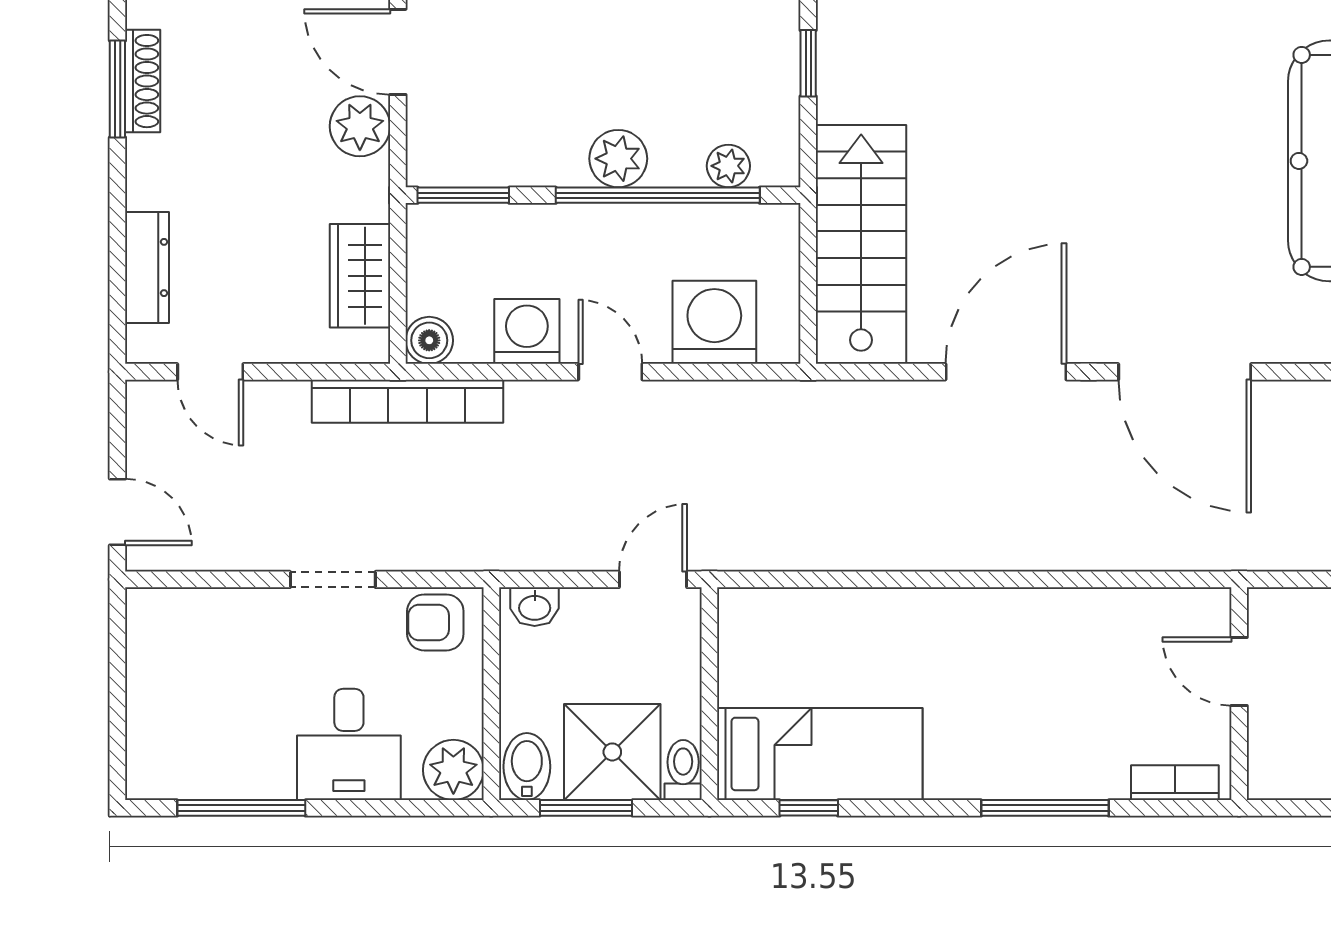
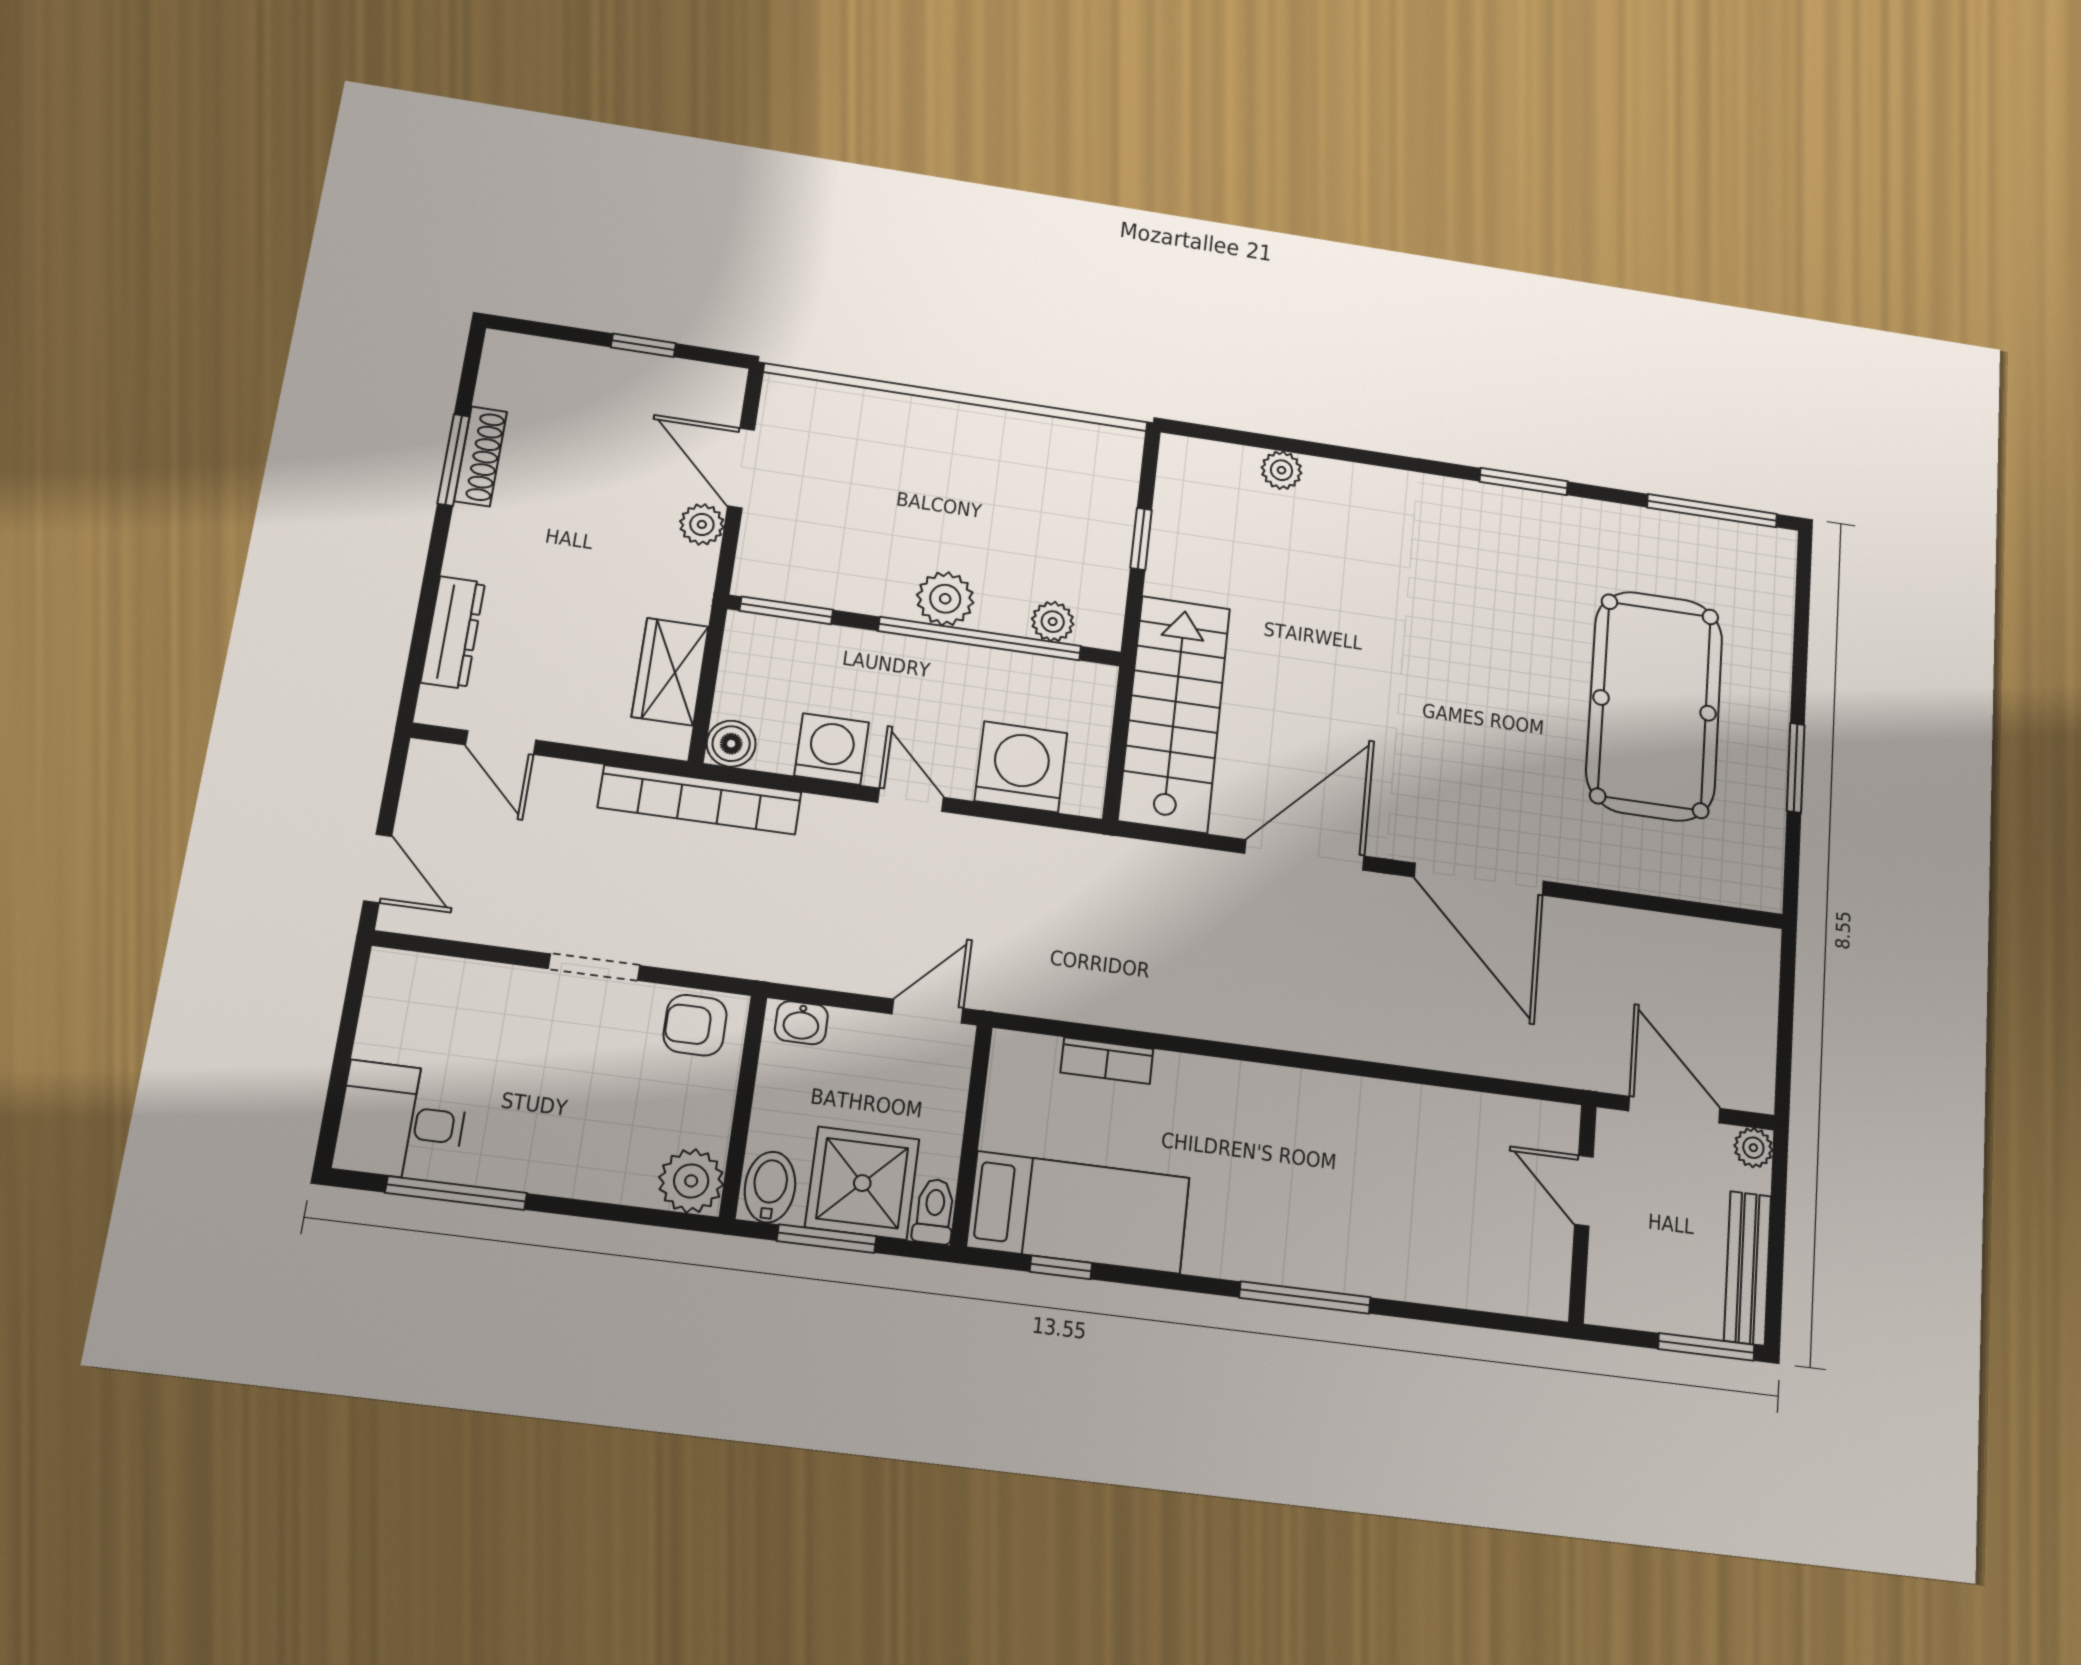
plant: (360, 126) -> (702, 524), width x0.73, depth x0.73
door: (1239, 671) -> (1584, 1191), moved
wall: (1239, 694) -> (1582, 1213), moved
desk: (349, 744) -> (401, 1122), moved, turned 90
bookcase: (1175, 783) -> (1107, 1061), moved, turned 180

